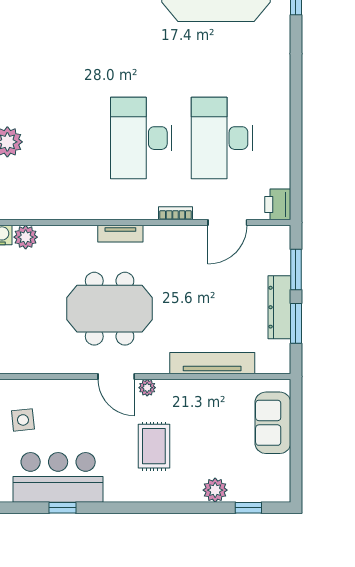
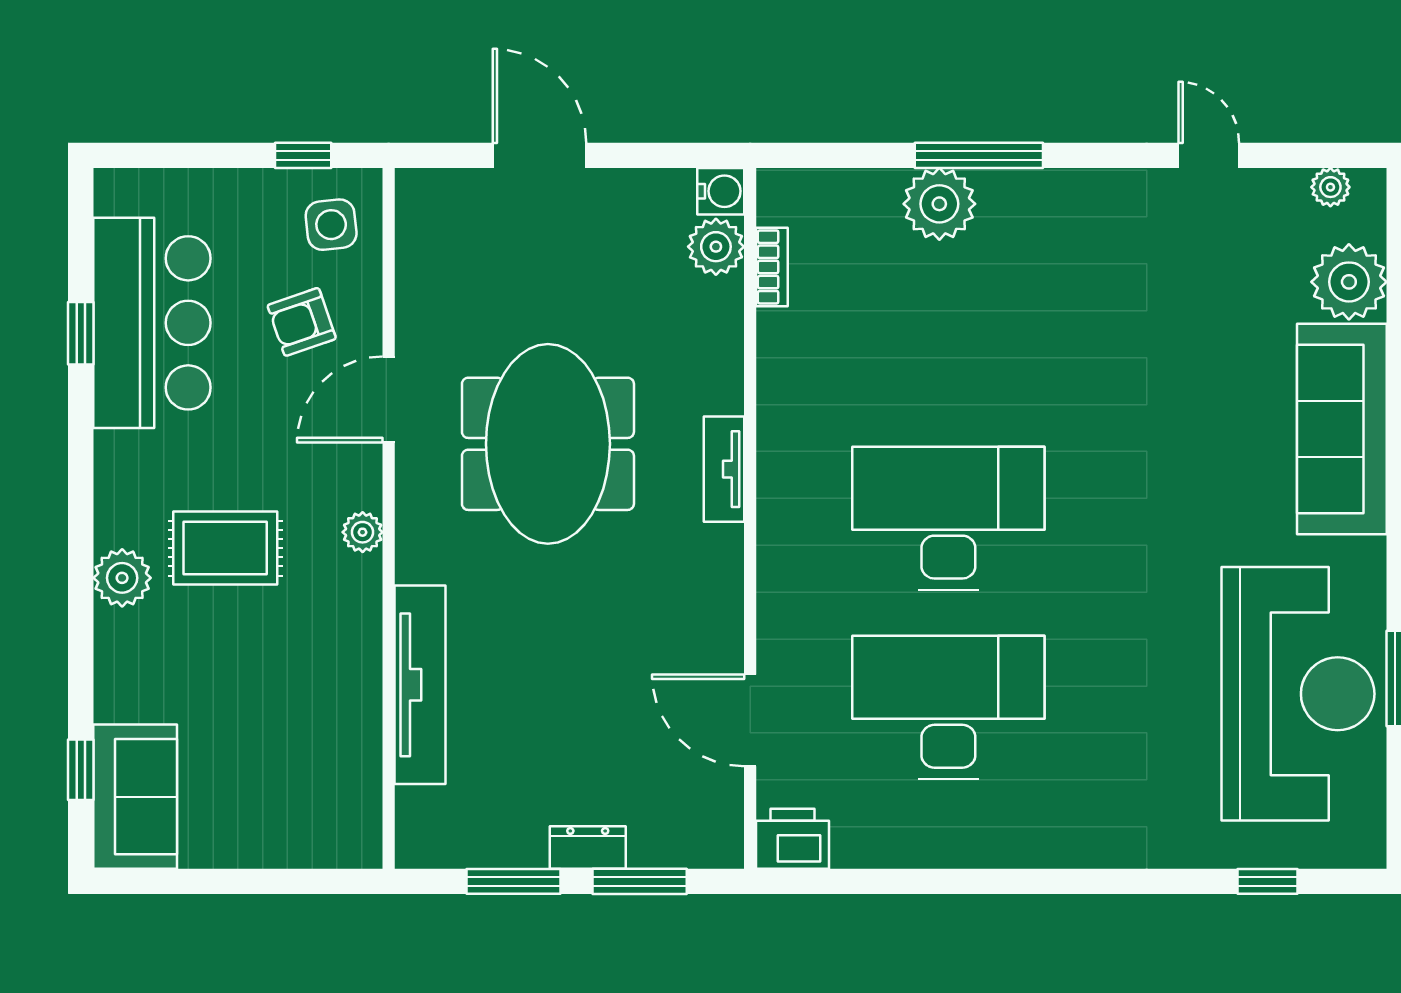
bookcase: (176, 213) -> (772, 267), moved
dresser: (279, 307) -> (588, 848), width x0.51, depth x0.80
door: (116, 377) -> (389, 399), moved
armchair: (58, 414) -> (302, 322), added
side table: (23, 420) -> (331, 225), moved
sofa: (273, 423) -> (135, 797), moved, turned 90
plant: (215, 490) -> (122, 578), moved

